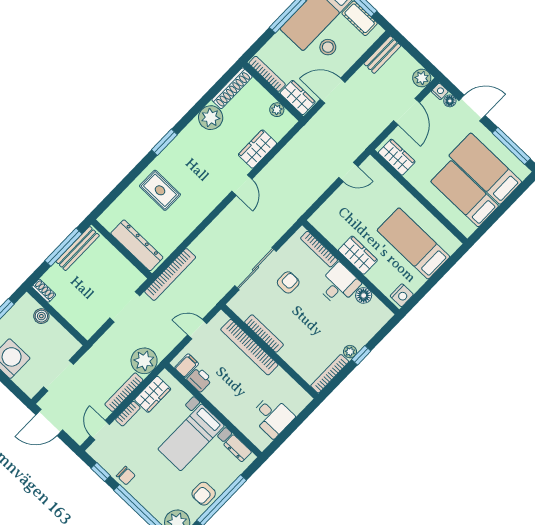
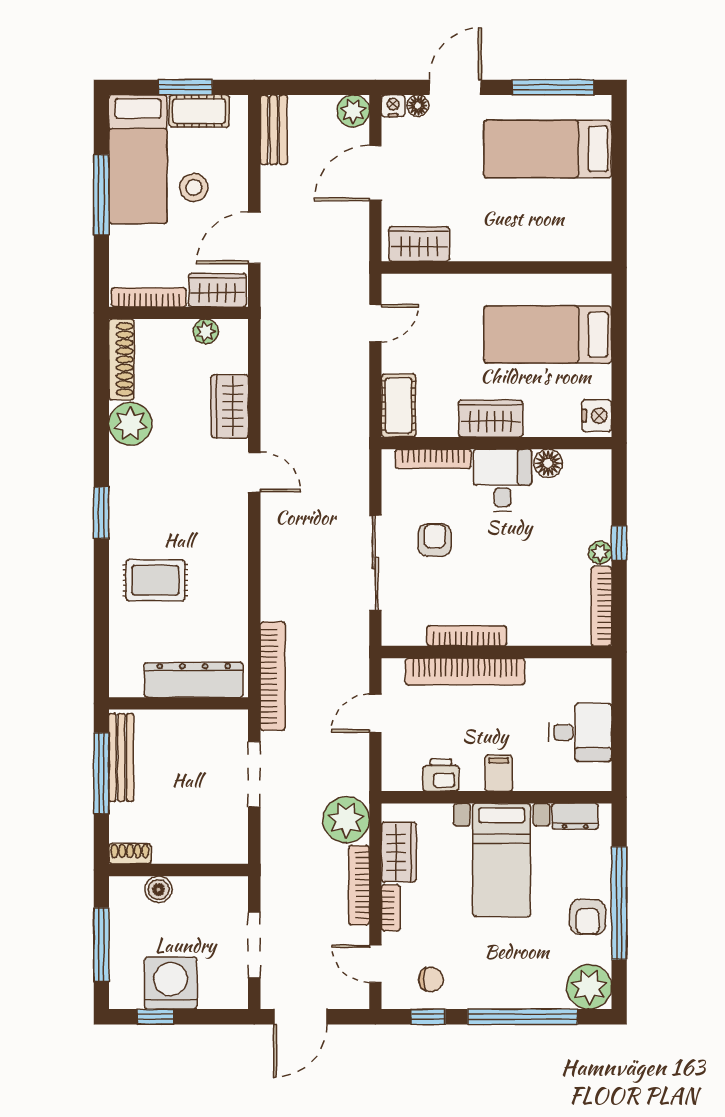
door: (407, 112) -> (375, 173), swing flipped
bed: (465, 194) -> (552, 207), removed
cot: (326, 214) -> (399, 405), added
filing cabinet: (187, 366) -> (499, 773), moved
chair: (126, 476) -> (431, 979), moved

